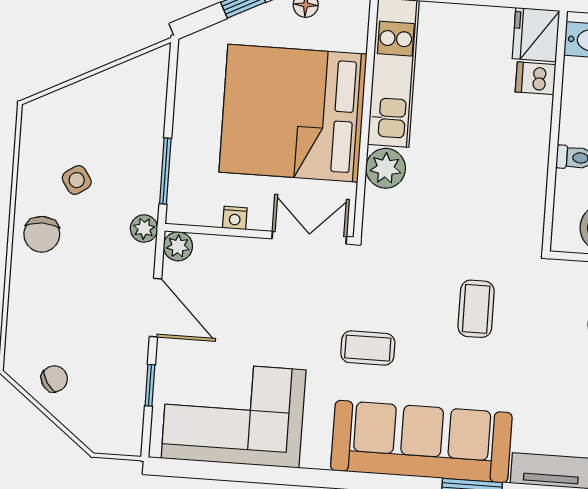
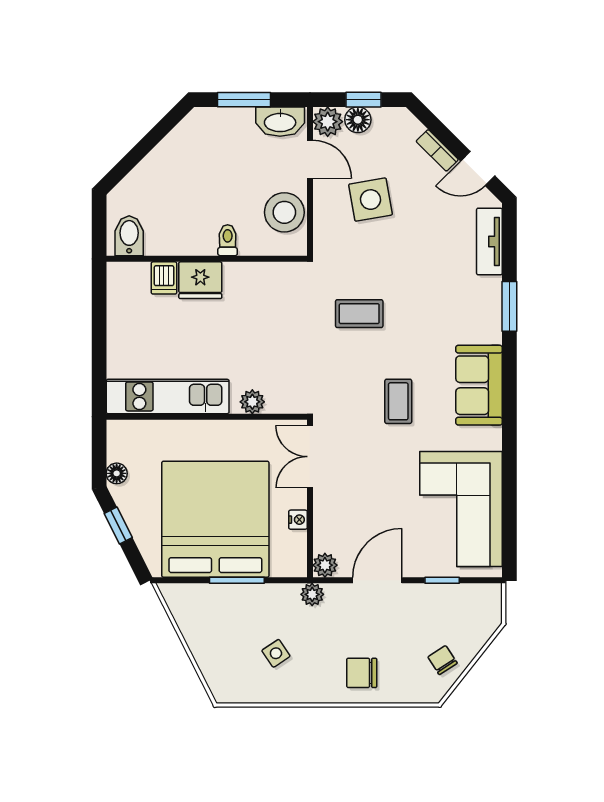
fridge: (536, 35) -> (200, 280), moved
bed: (293, 113) -> (215, 519), moved, turned 180
plant: (386, 168) -> (252, 402), width x0.73, depth x0.73
window: (165, 171) -> (237, 580), moved
chair: (42, 234) -> (362, 673), moved, turned 180
sofa: (421, 442) -> (479, 385), width x0.54, depth x0.79

